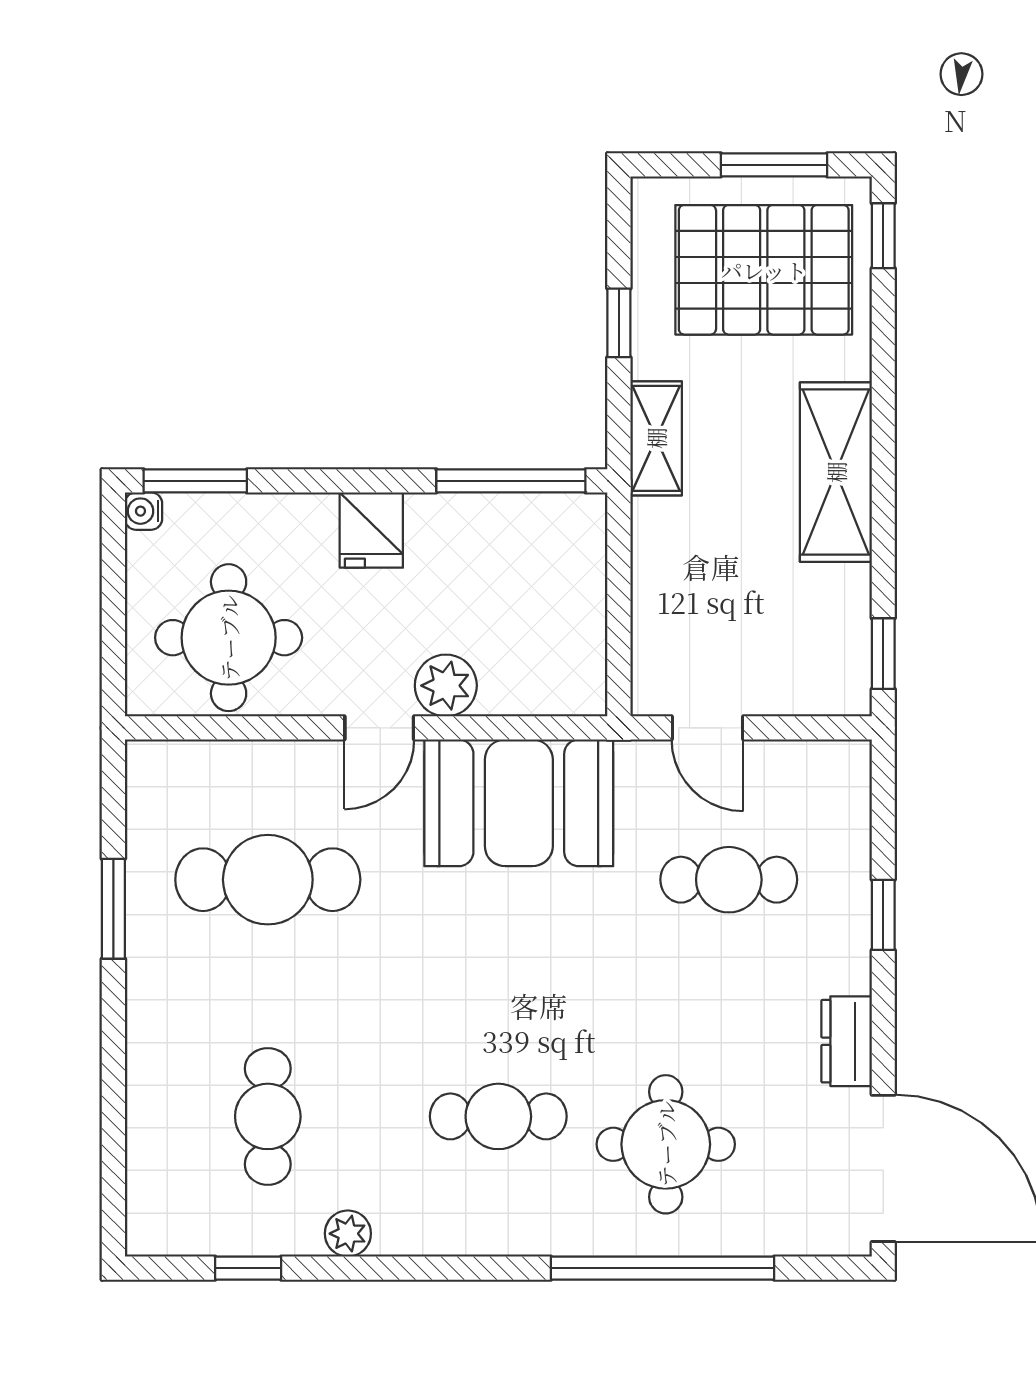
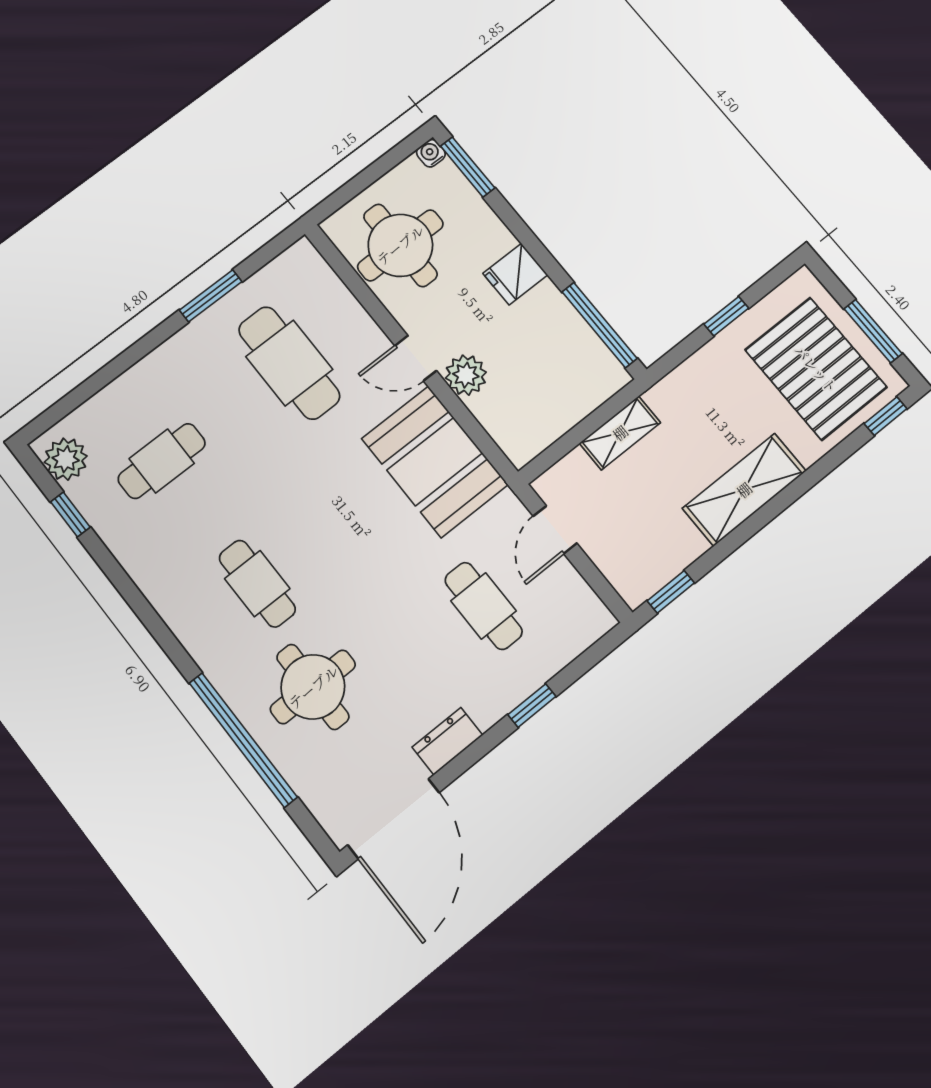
shelving: (656, 438) -> (620, 433), moved
plant: (348, 1234) -> (66, 459), moved, width x1.38, depth x1.38

